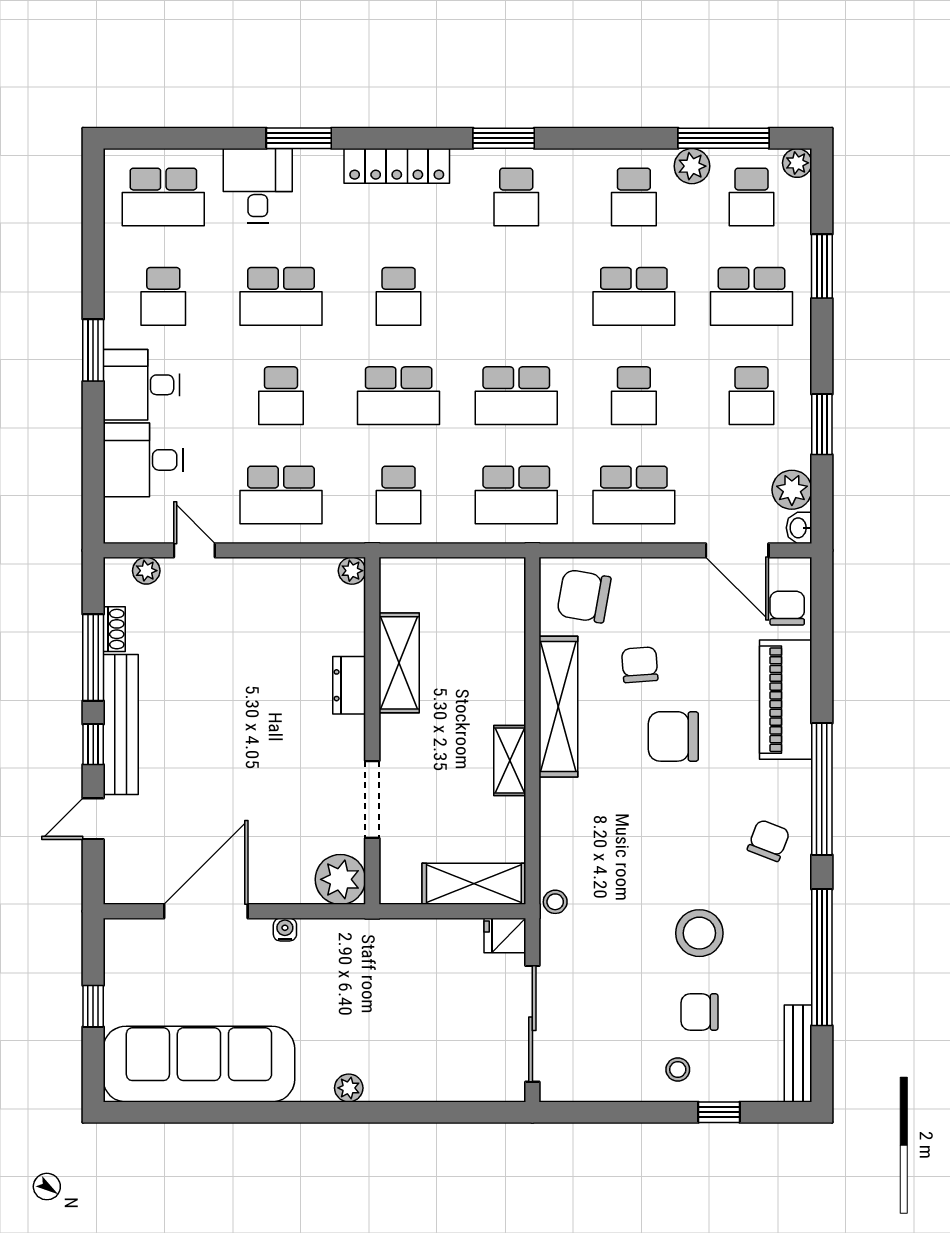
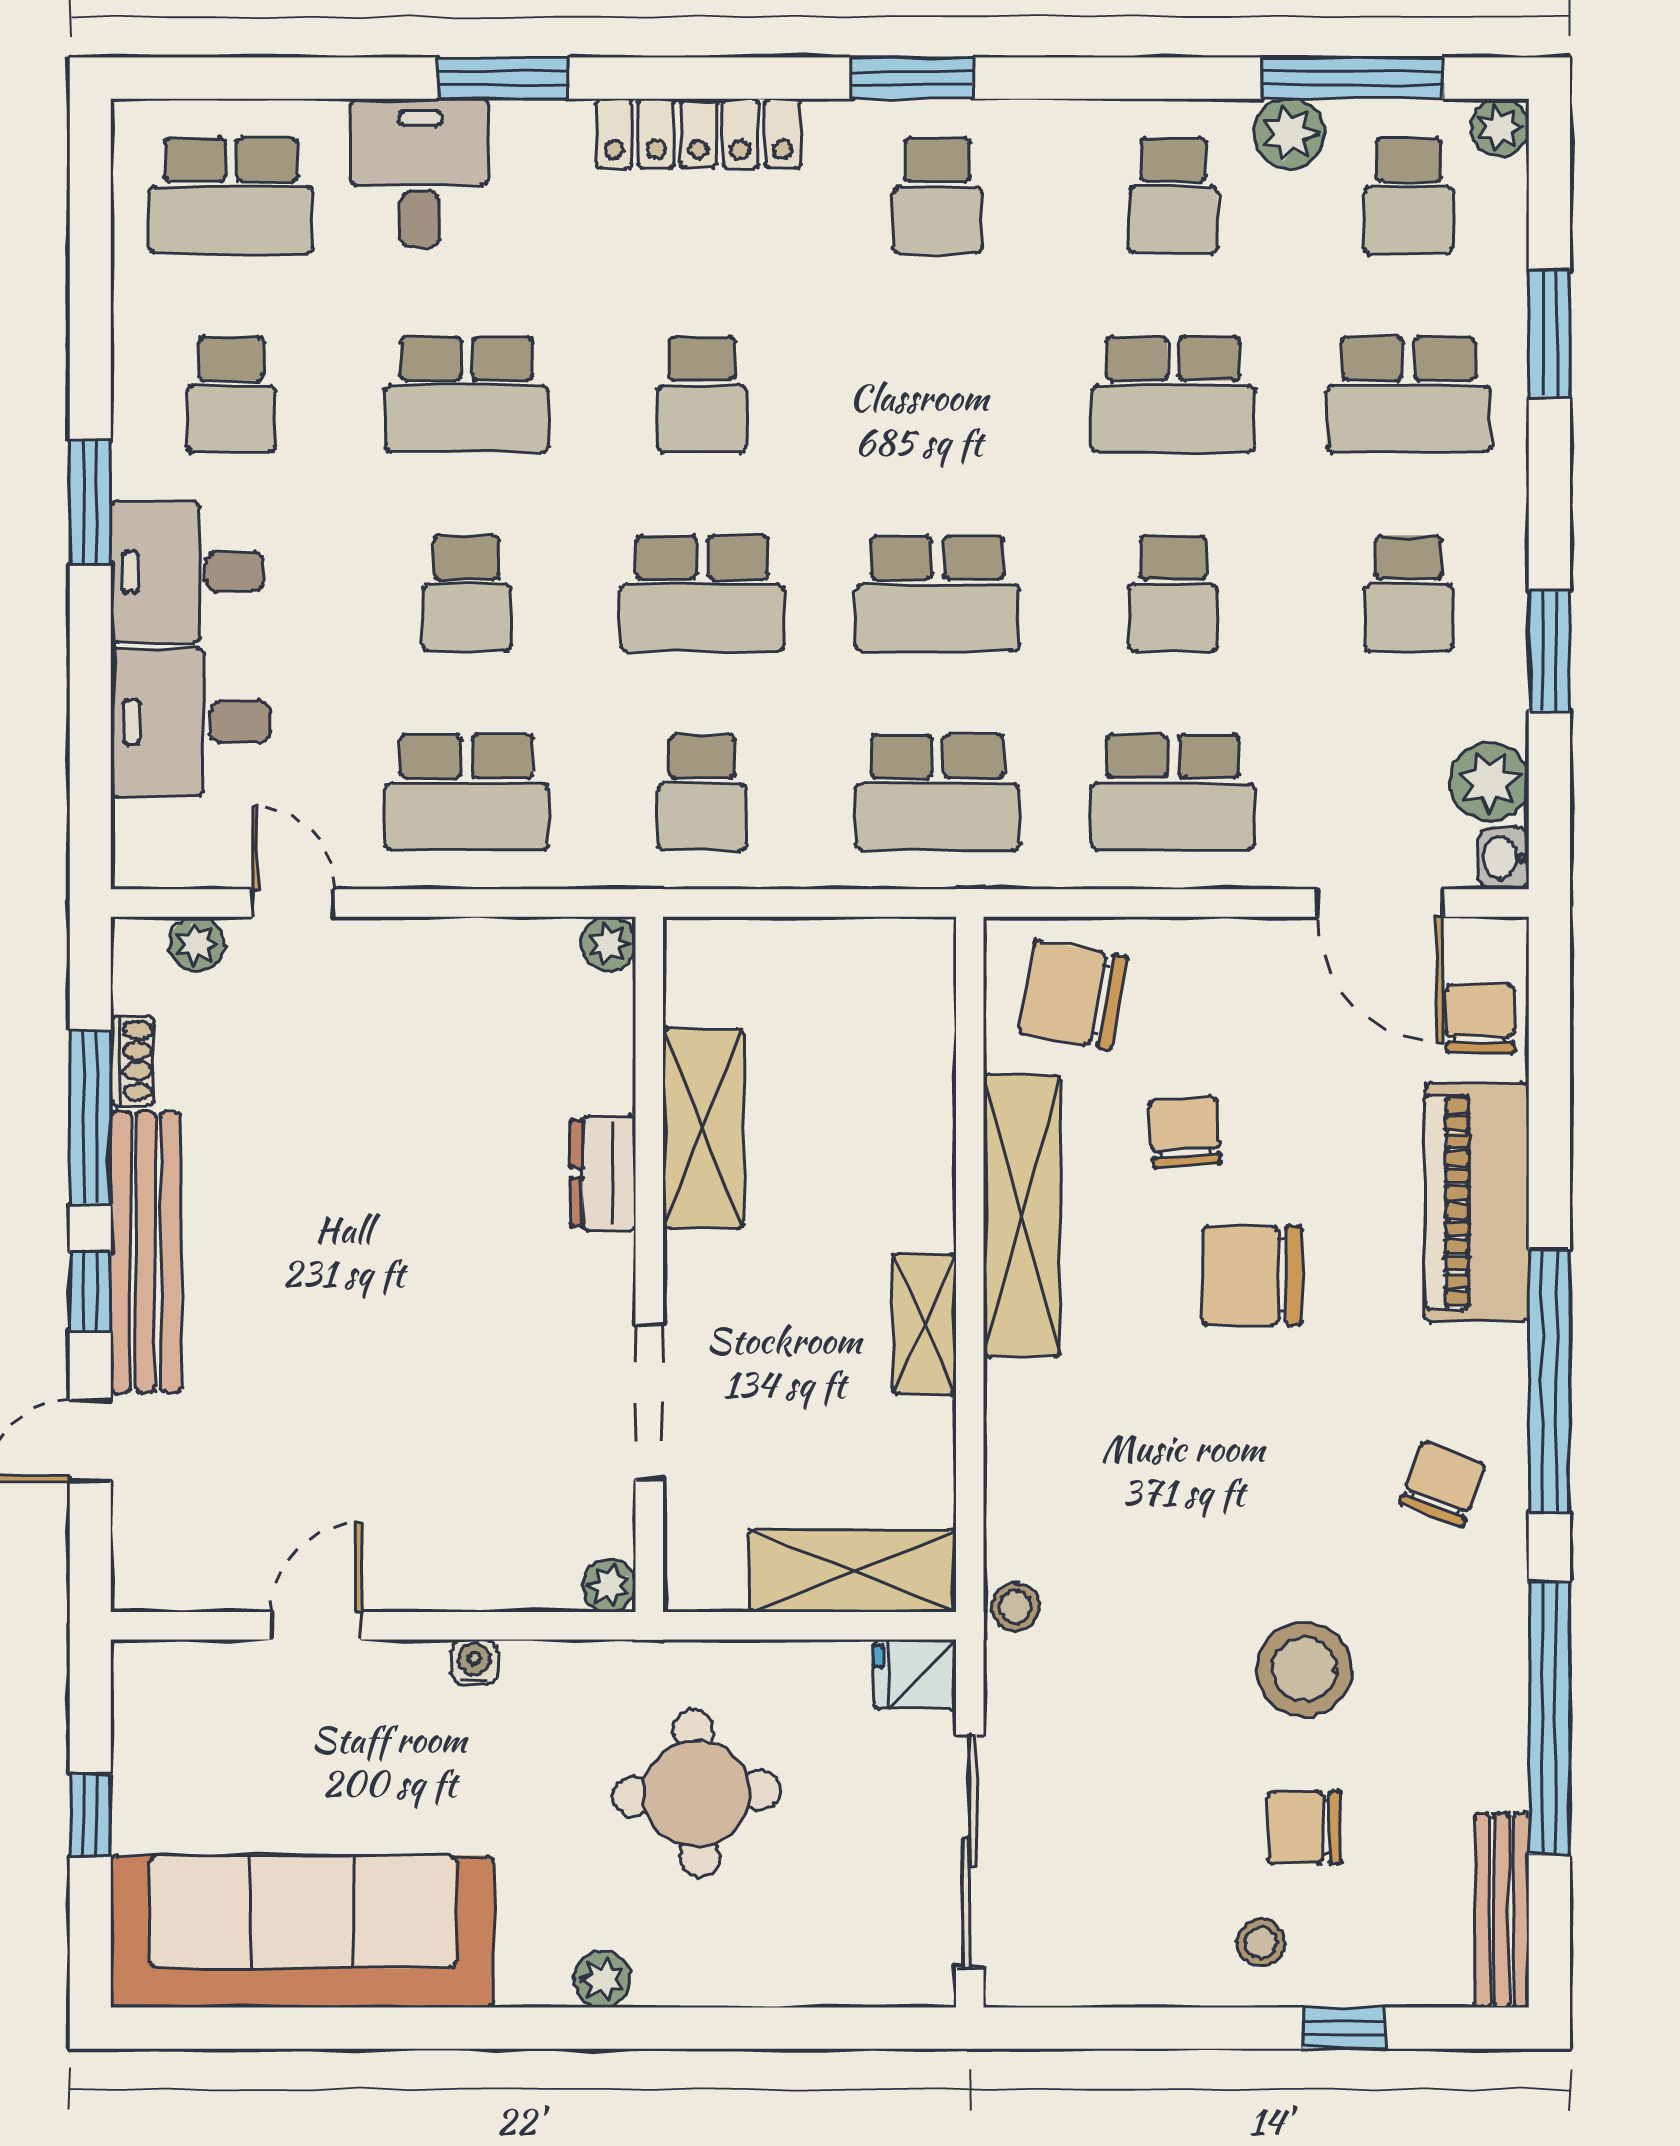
plant: (340, 879) -> (609, 1585), width x0.53, depth x0.53
door: (206, 911) -> (316, 1626), width x0.53
round table: (396, 995) -> (697, 1793), added

